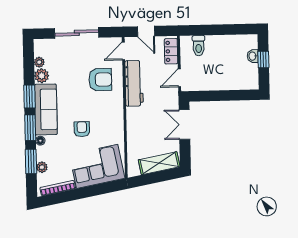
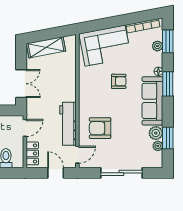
window: (30, 96) -> (168, 138), moved
armchair: (82, 129) -> (119, 81), turned -90
window: (31, 161) -> (168, 41), moved

